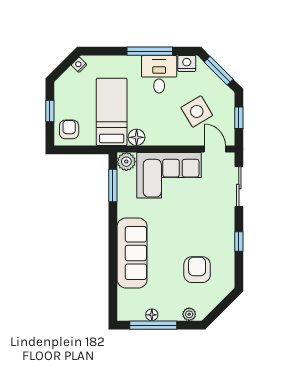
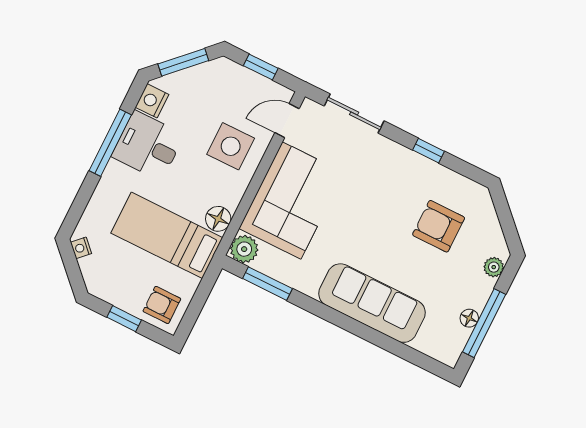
side table: (197, 111) -> (231, 146), moved, turned 31

